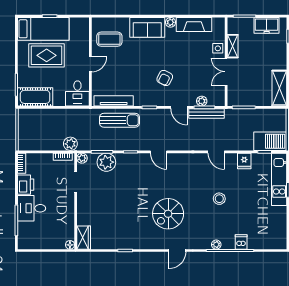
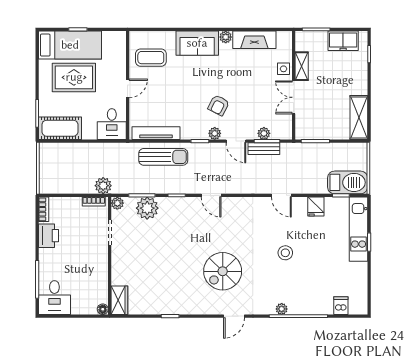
plant: (162, 101) -> (215, 133), added
bench: (206, 114) -> (264, 149), width x0.73
desk: (32, 208) -> (54, 298), moved, turned -90
dishwasher: (241, 242) -> (341, 306), moved

